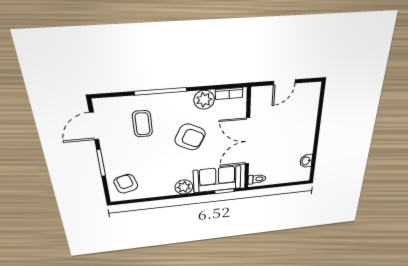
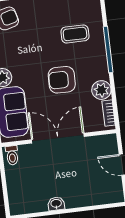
armchair: (190, 137) -> (62, 80), turned 63
washbasin: (306, 161) -> (56, 204), moved

